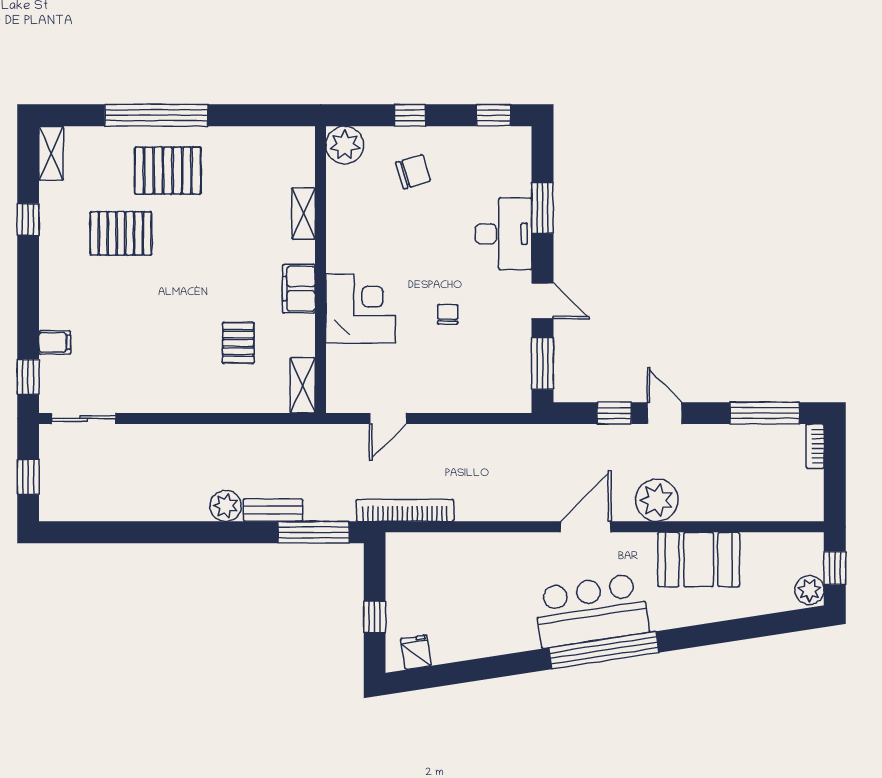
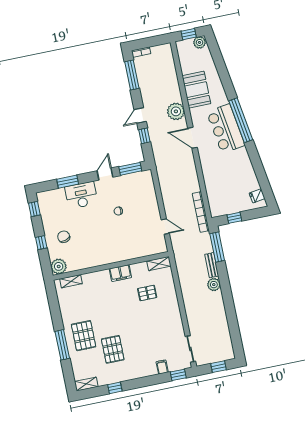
window: (156, 115) -> (62, 345), width x0.68
shelving: (303, 214) -> (71, 281), moved
corner desk: (361, 309) -> (123, 247), removed
window: (375, 617) -> (234, 218), moved

